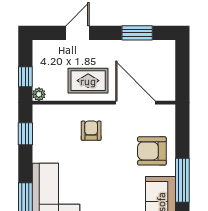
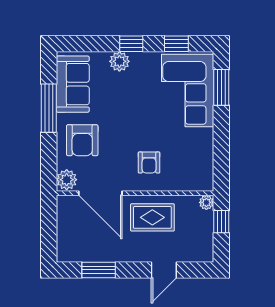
plant: (166, 115) -> (67, 180), added
window: (25, 134) -> (221, 159), removed
armchair: (152, 151) -> (82, 140), turned 90

